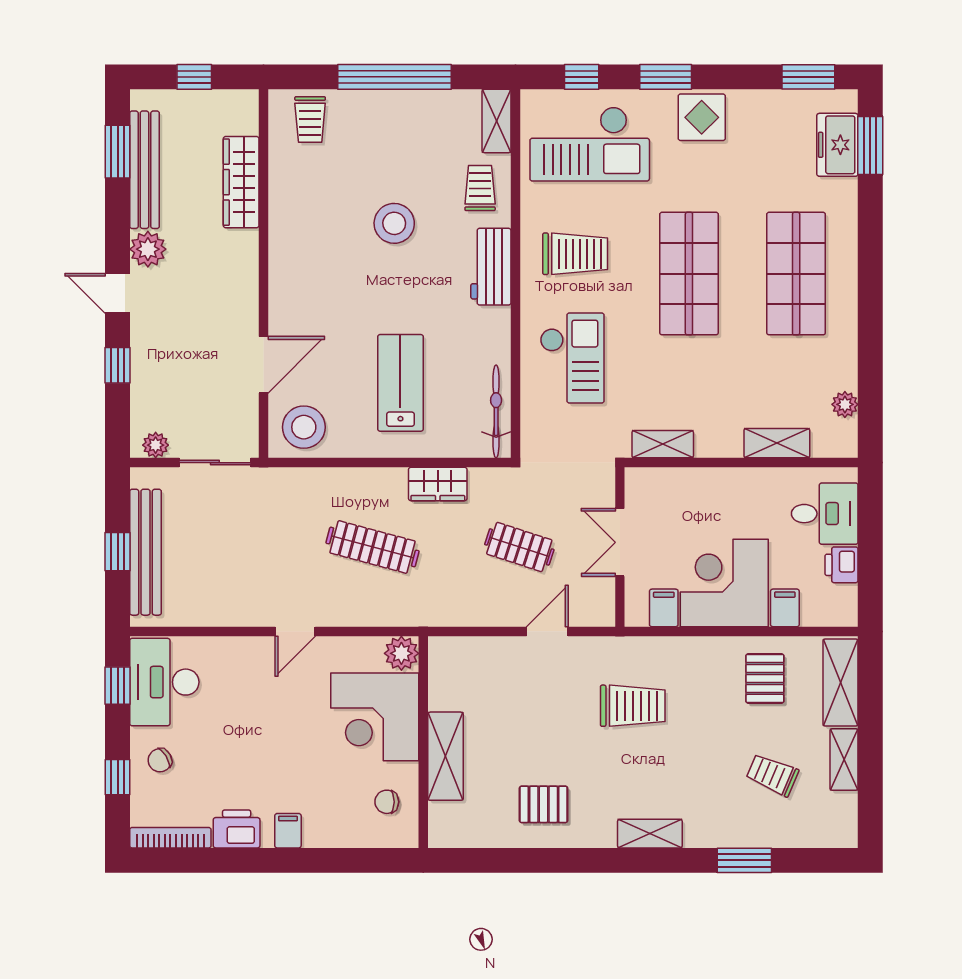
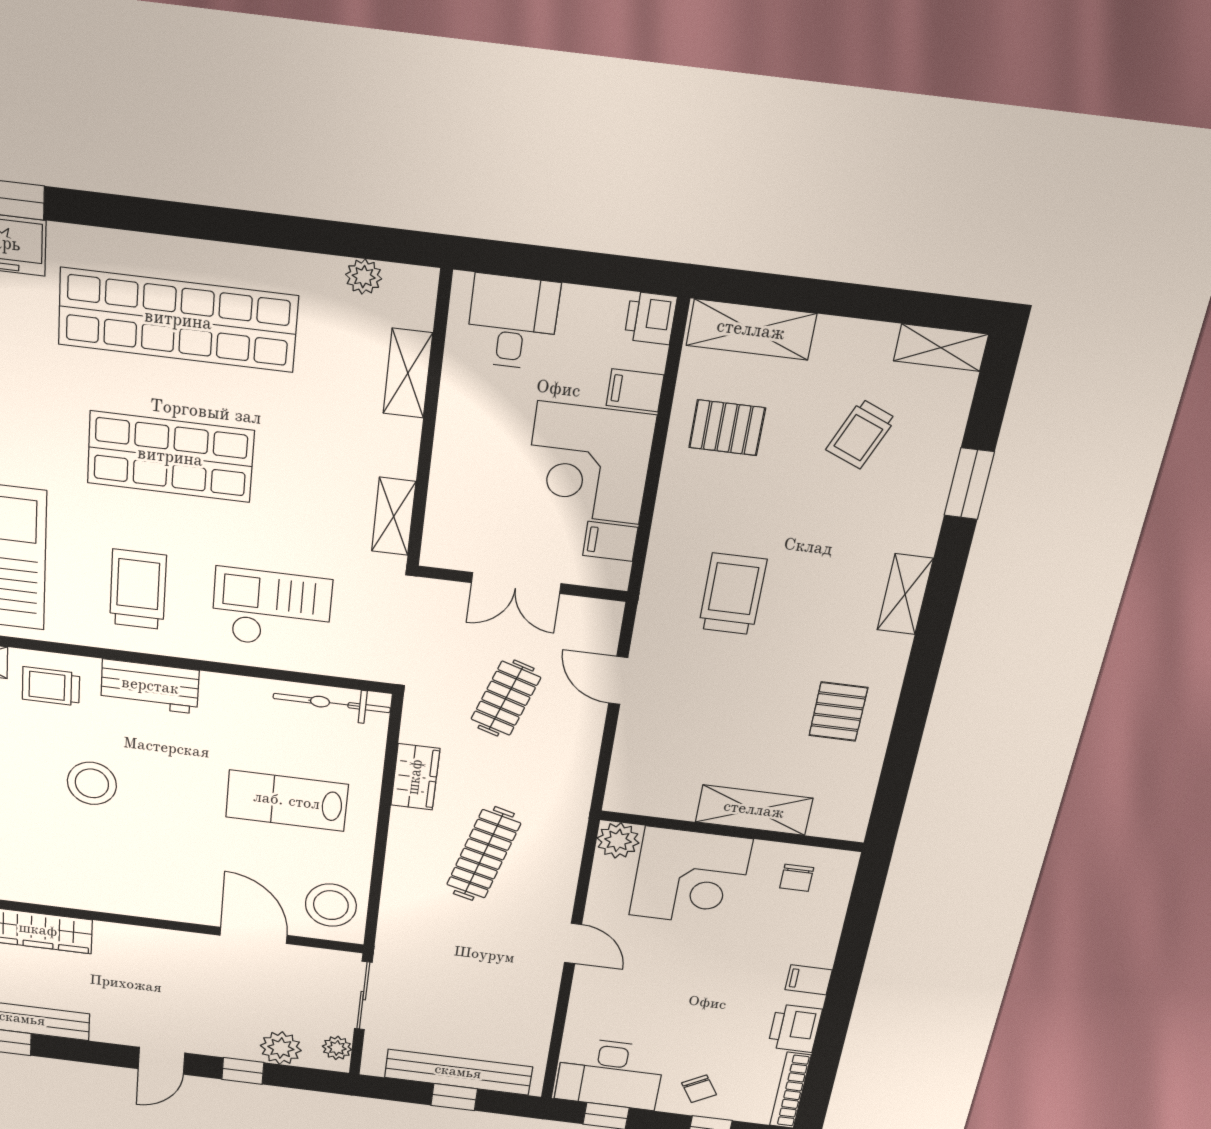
plant: (148, 249) -> (281, 1048), moved
shop shelf: (796, 274) -> (178, 320), width x1.40
printer: (842, 565) -> (650, 318), moved, turned 90
shelving: (844, 760) -> (941, 348), moved

